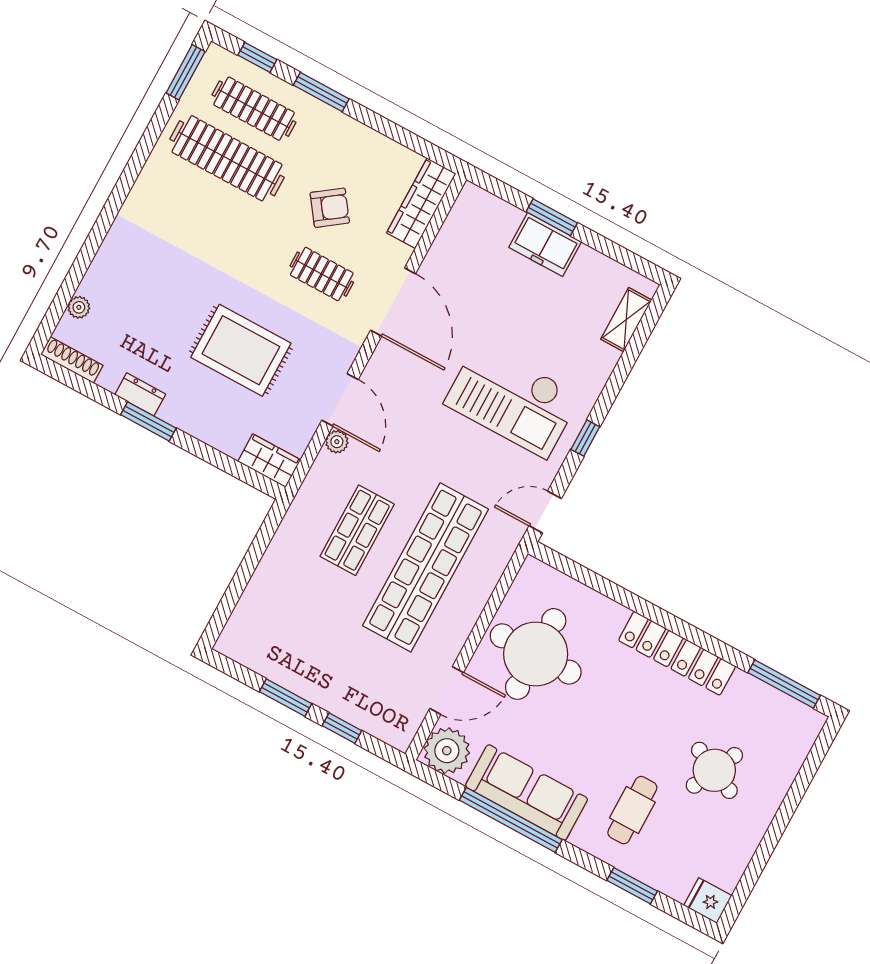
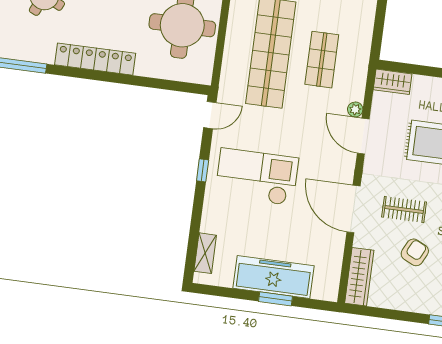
armchair: (330, 208) -> (415, 252), turned 152
freezer: (545, 245) -> (273, 277), width x1.91, depth x1.26

